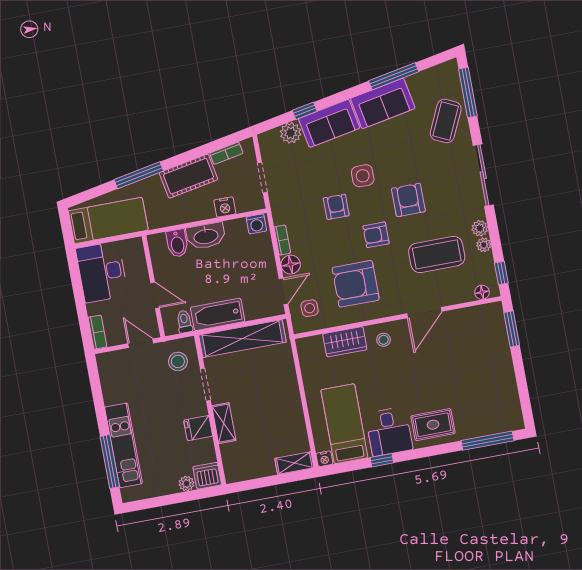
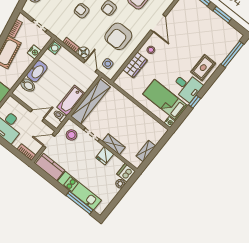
window: (520, 376) -> (222, 15), added
kitchen counter: (112, 379) -> (50, 167), added
shelving: (294, 463) -> (146, 151), moved

